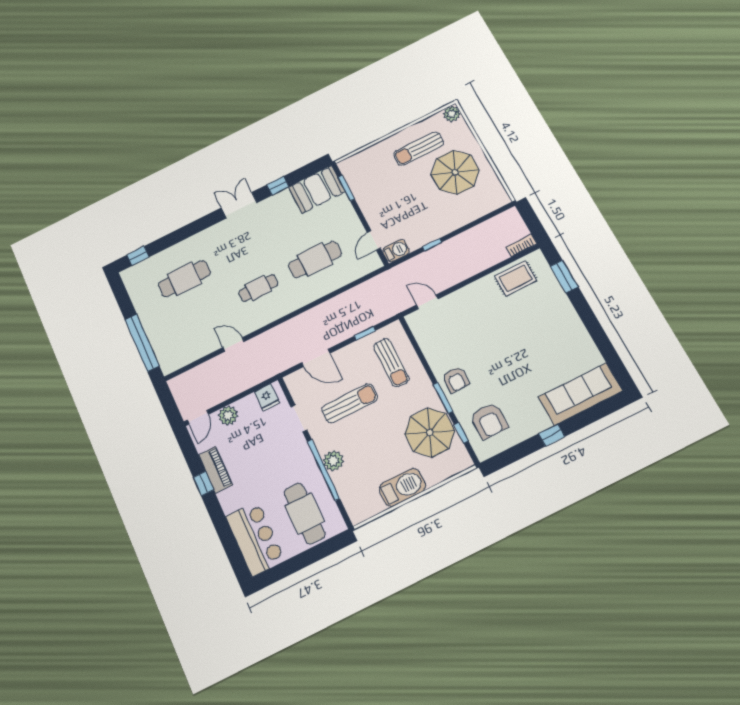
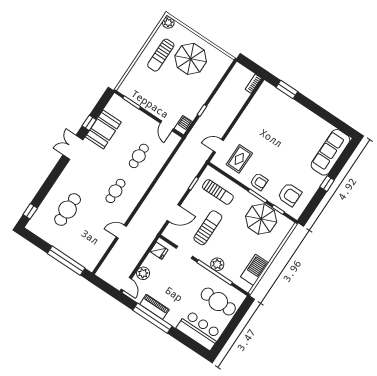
booth: (317, 189) -> (103, 129), moved
cafe table: (315, 260) -> (139, 156), width x0.73, depth x0.74
rug: (516, 278) -> (239, 159), moved
window: (203, 484) -> (152, 318), width x3.17
barbecue: (402, 487) -> (255, 270), moved

